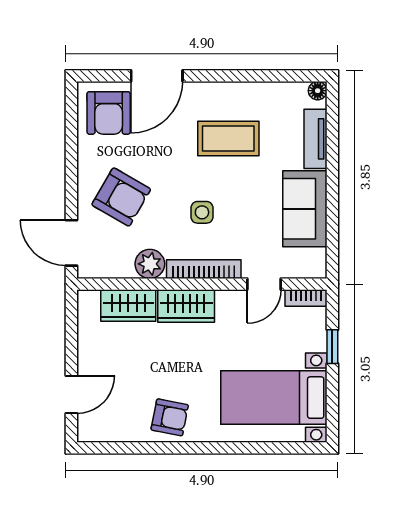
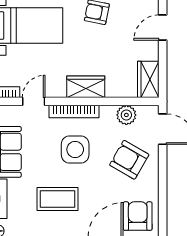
side table: (202, 212) -> (75, 149), width x1.87, depth x1.87
plant: (150, 264) -> (126, 115), moved
wardrobe: (128, 306) -> (148, 79), moved, turned -90

